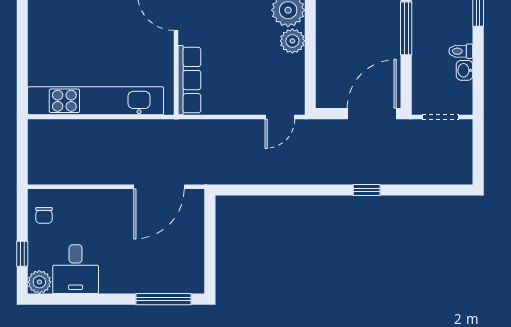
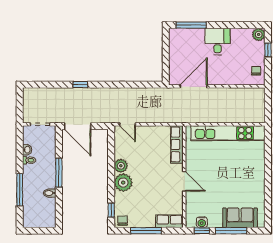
door: (372, 114) -> (78, 126), hinge flipped
door: (280, 117) -> (128, 124), swing flipped
desk: (76, 269) -> (218, 41), moved

